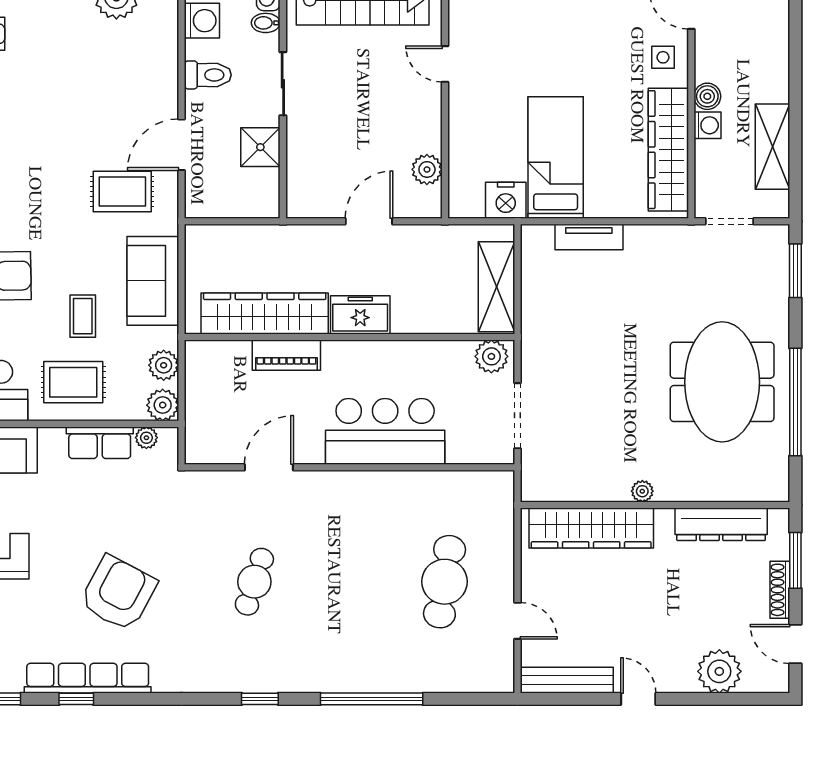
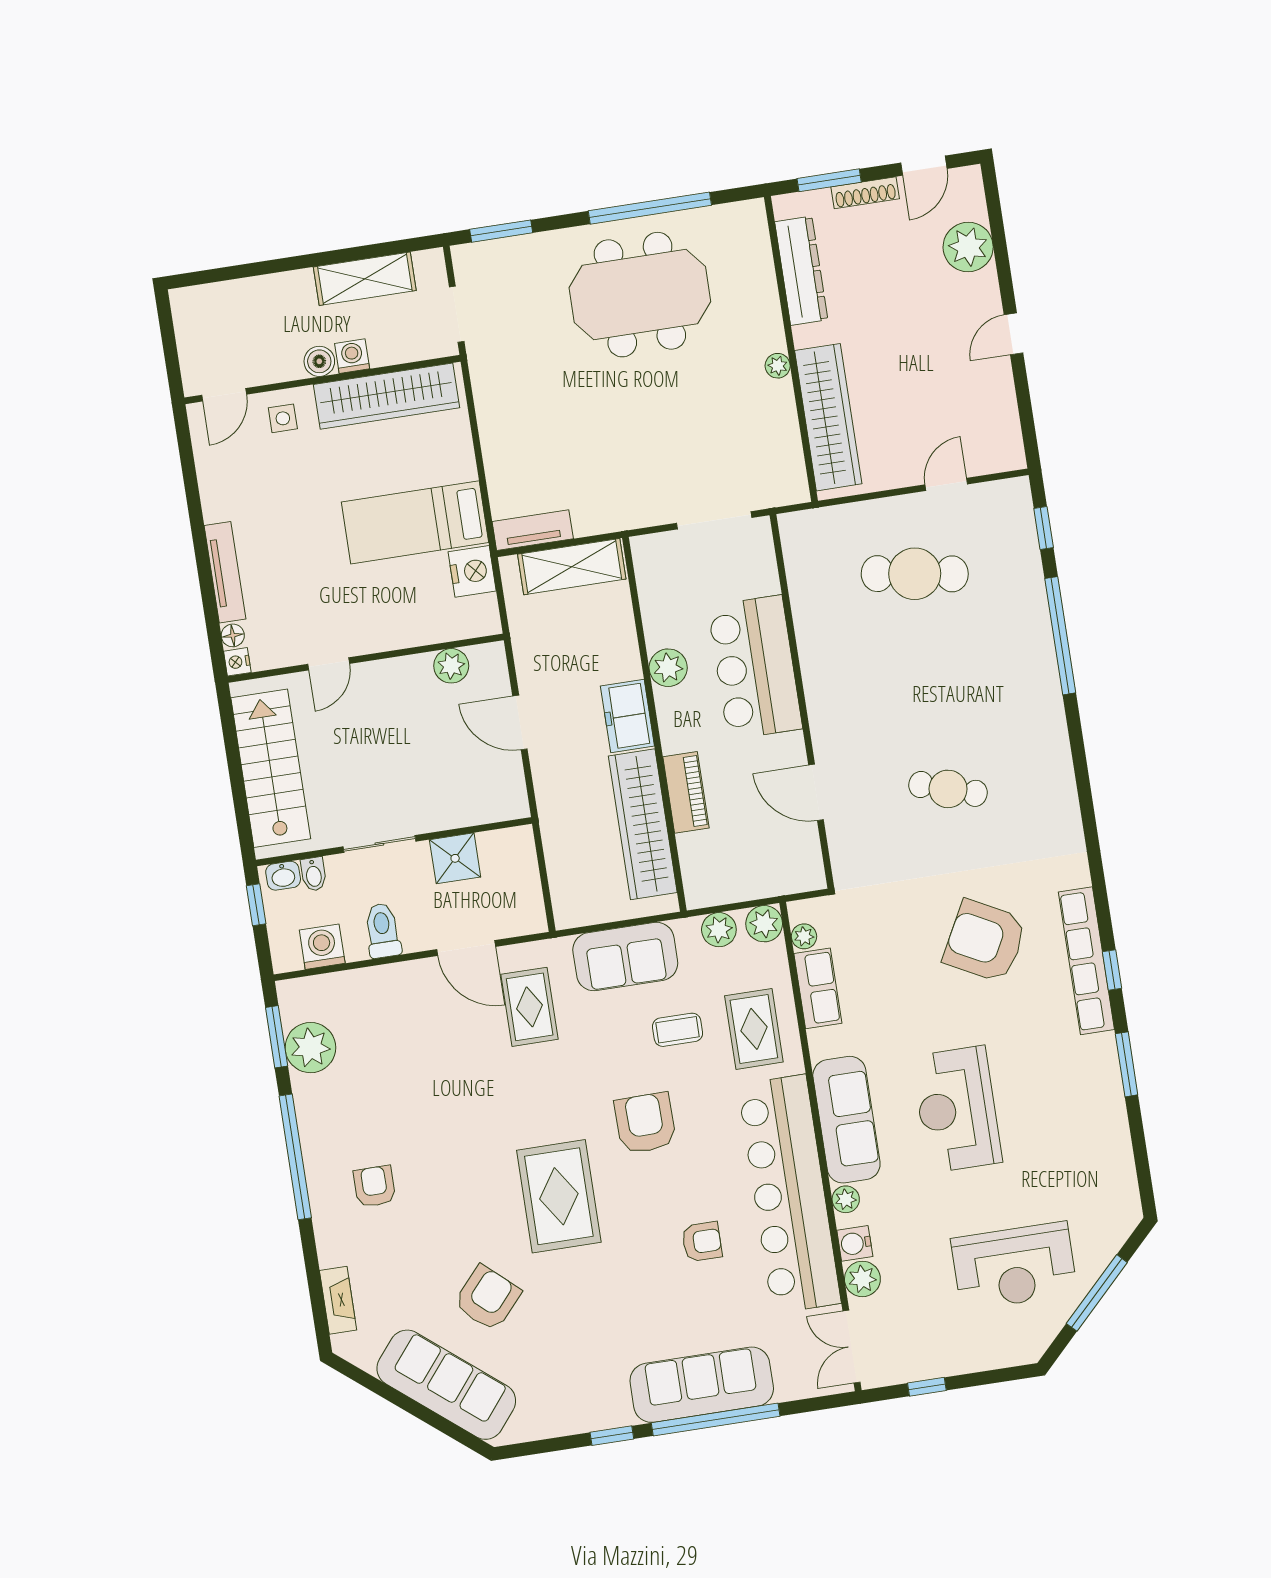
tv unit: (589, 237) -> (533, 530), moved, turned -90
plant: (491, 356) -> (668, 668), moved
bench: (567, 680) -> (1005, 418), removed
window: (260, 699) -> (1044, 528), moved

